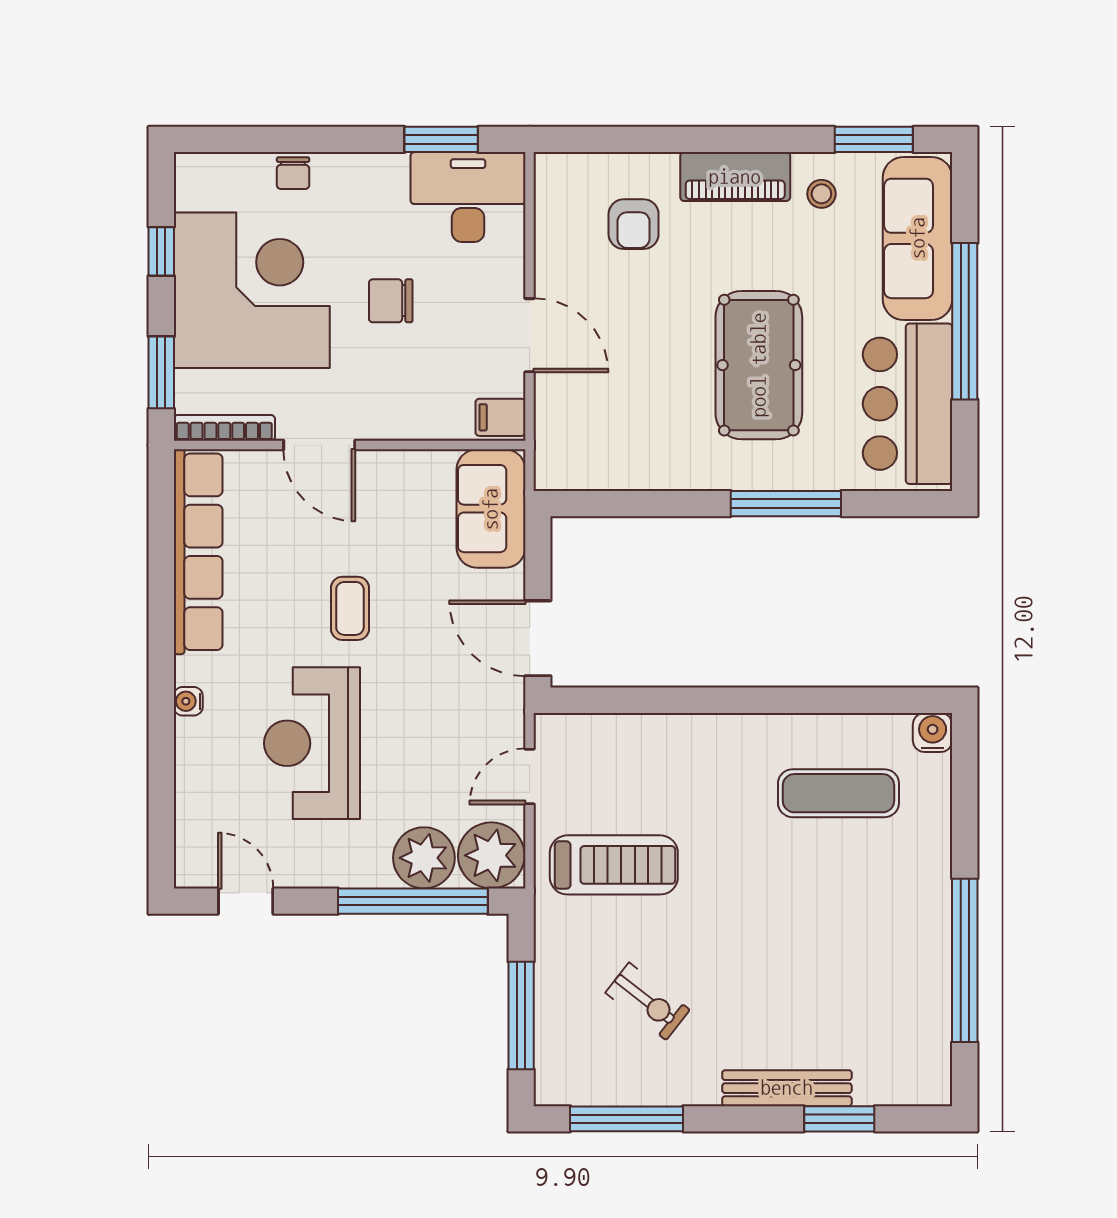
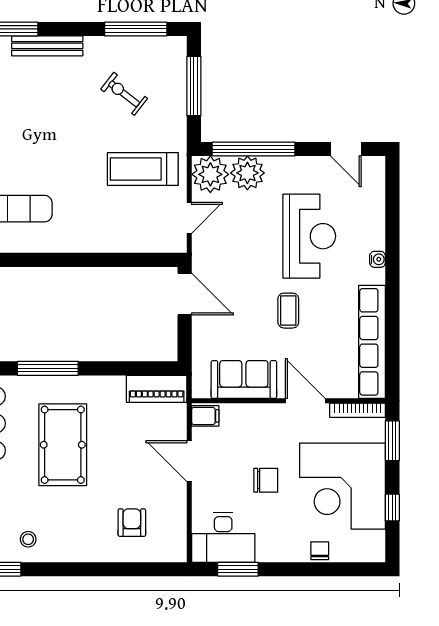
piano: (735, 177) -> (157, 389), moved, turned 180
sofa: (491, 509) -> (244, 379), moved, turned -90

